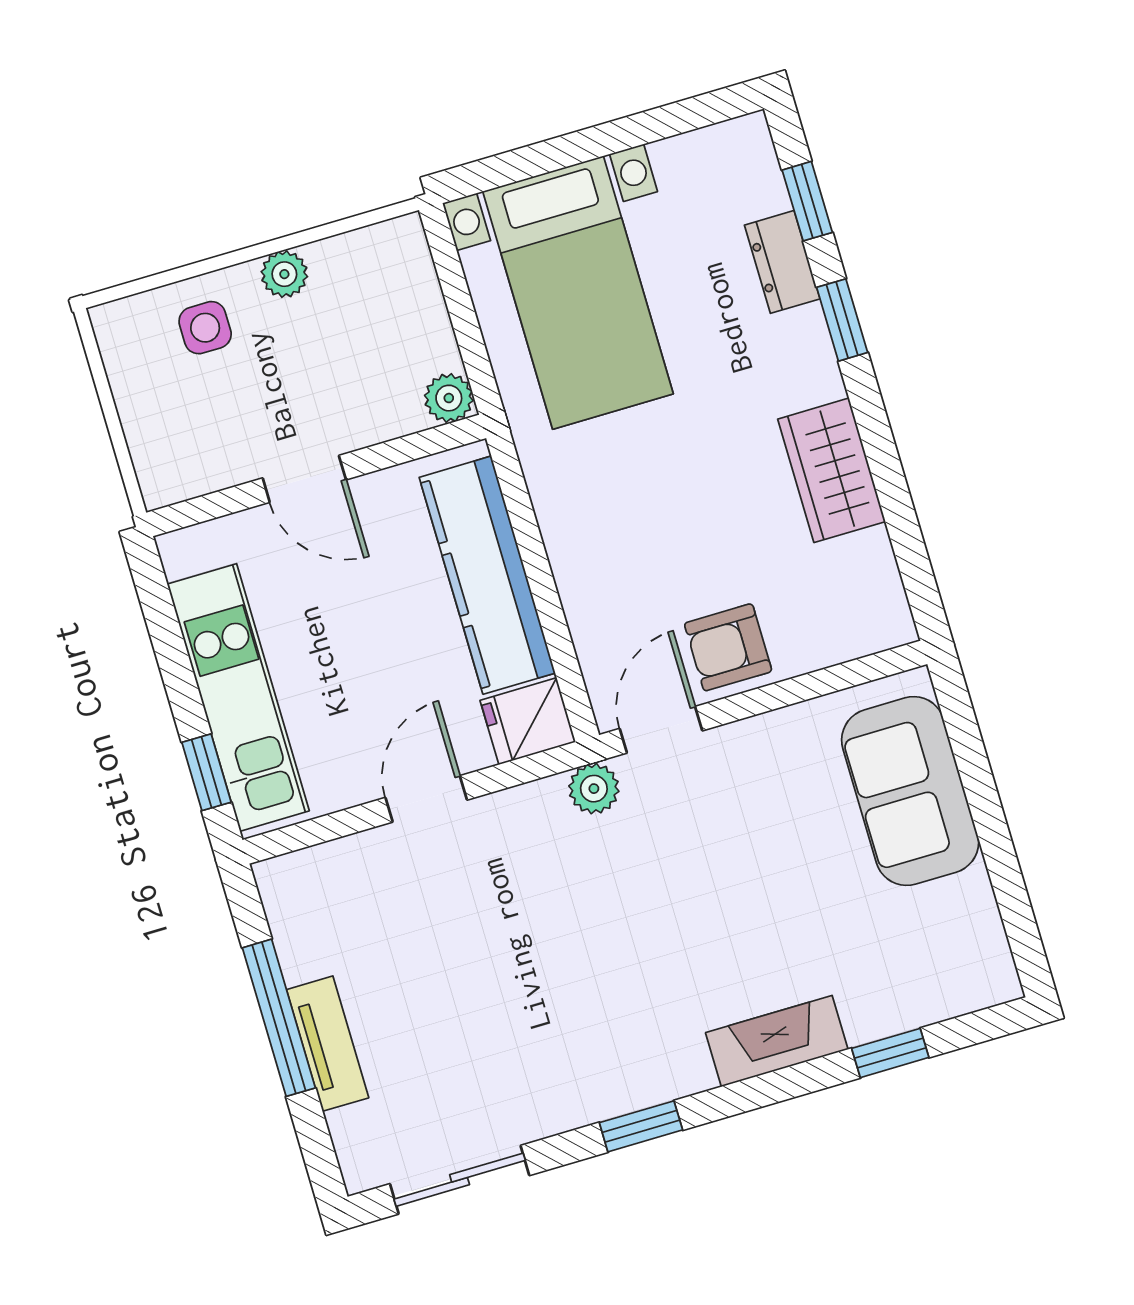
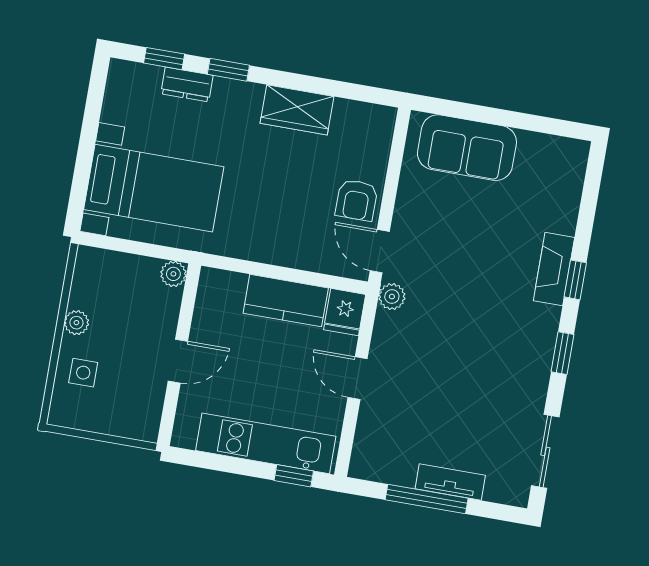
kitchen counter: (487, 575) -> (286, 301), width x0.67
window: (890, 1053) -> (575, 280), moved

